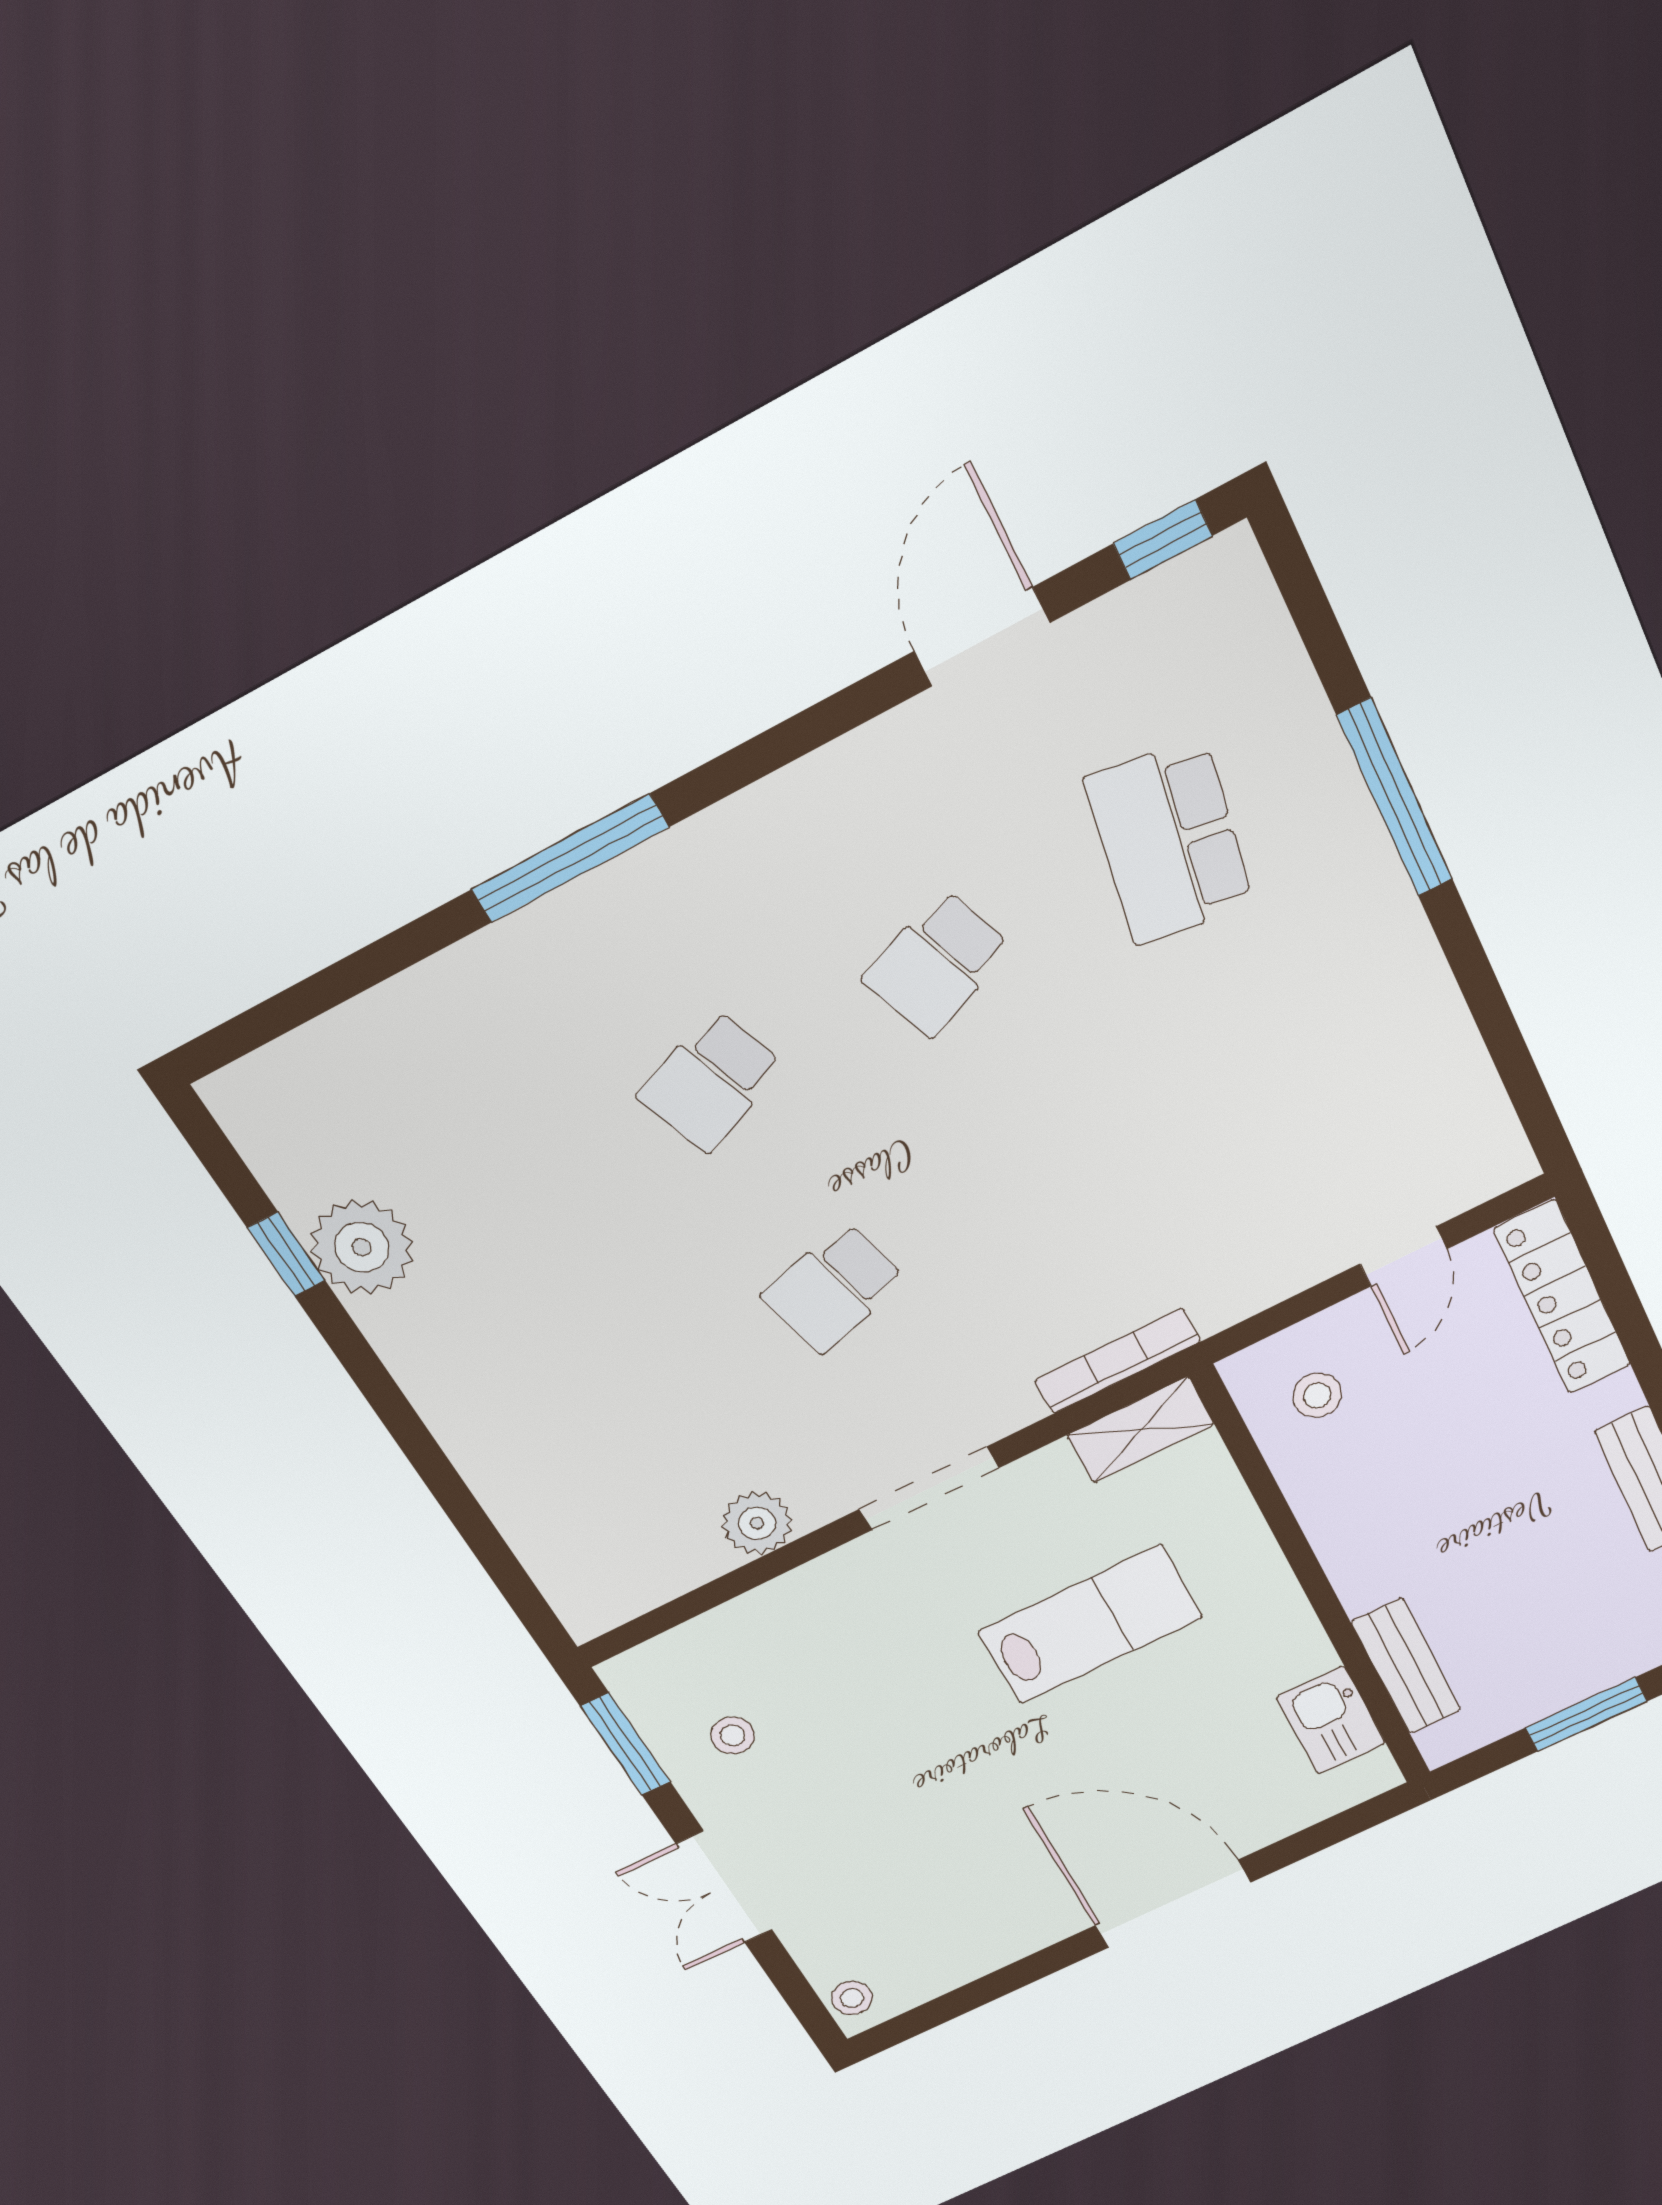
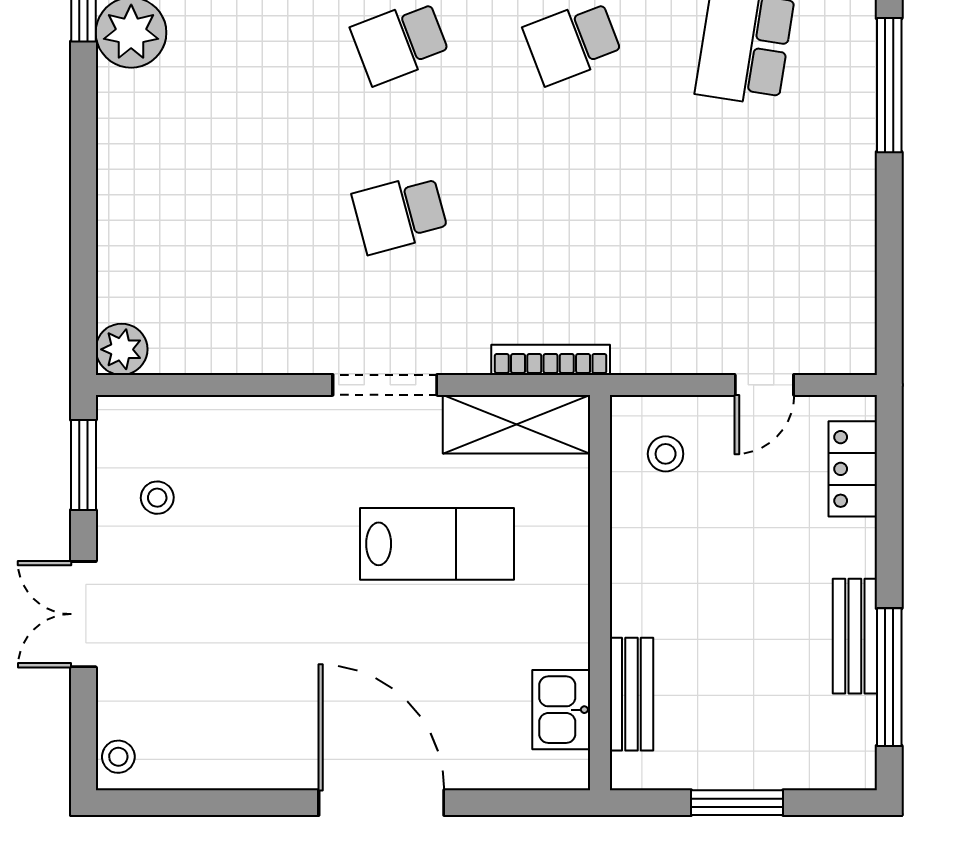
locker: (1562, 1297) -> (853, 469), width x0.66
shelving: (1141, 1430) -> (516, 424), width x1.50, depth x1.33
plant: (757, 1523) -> (122, 349), moved

